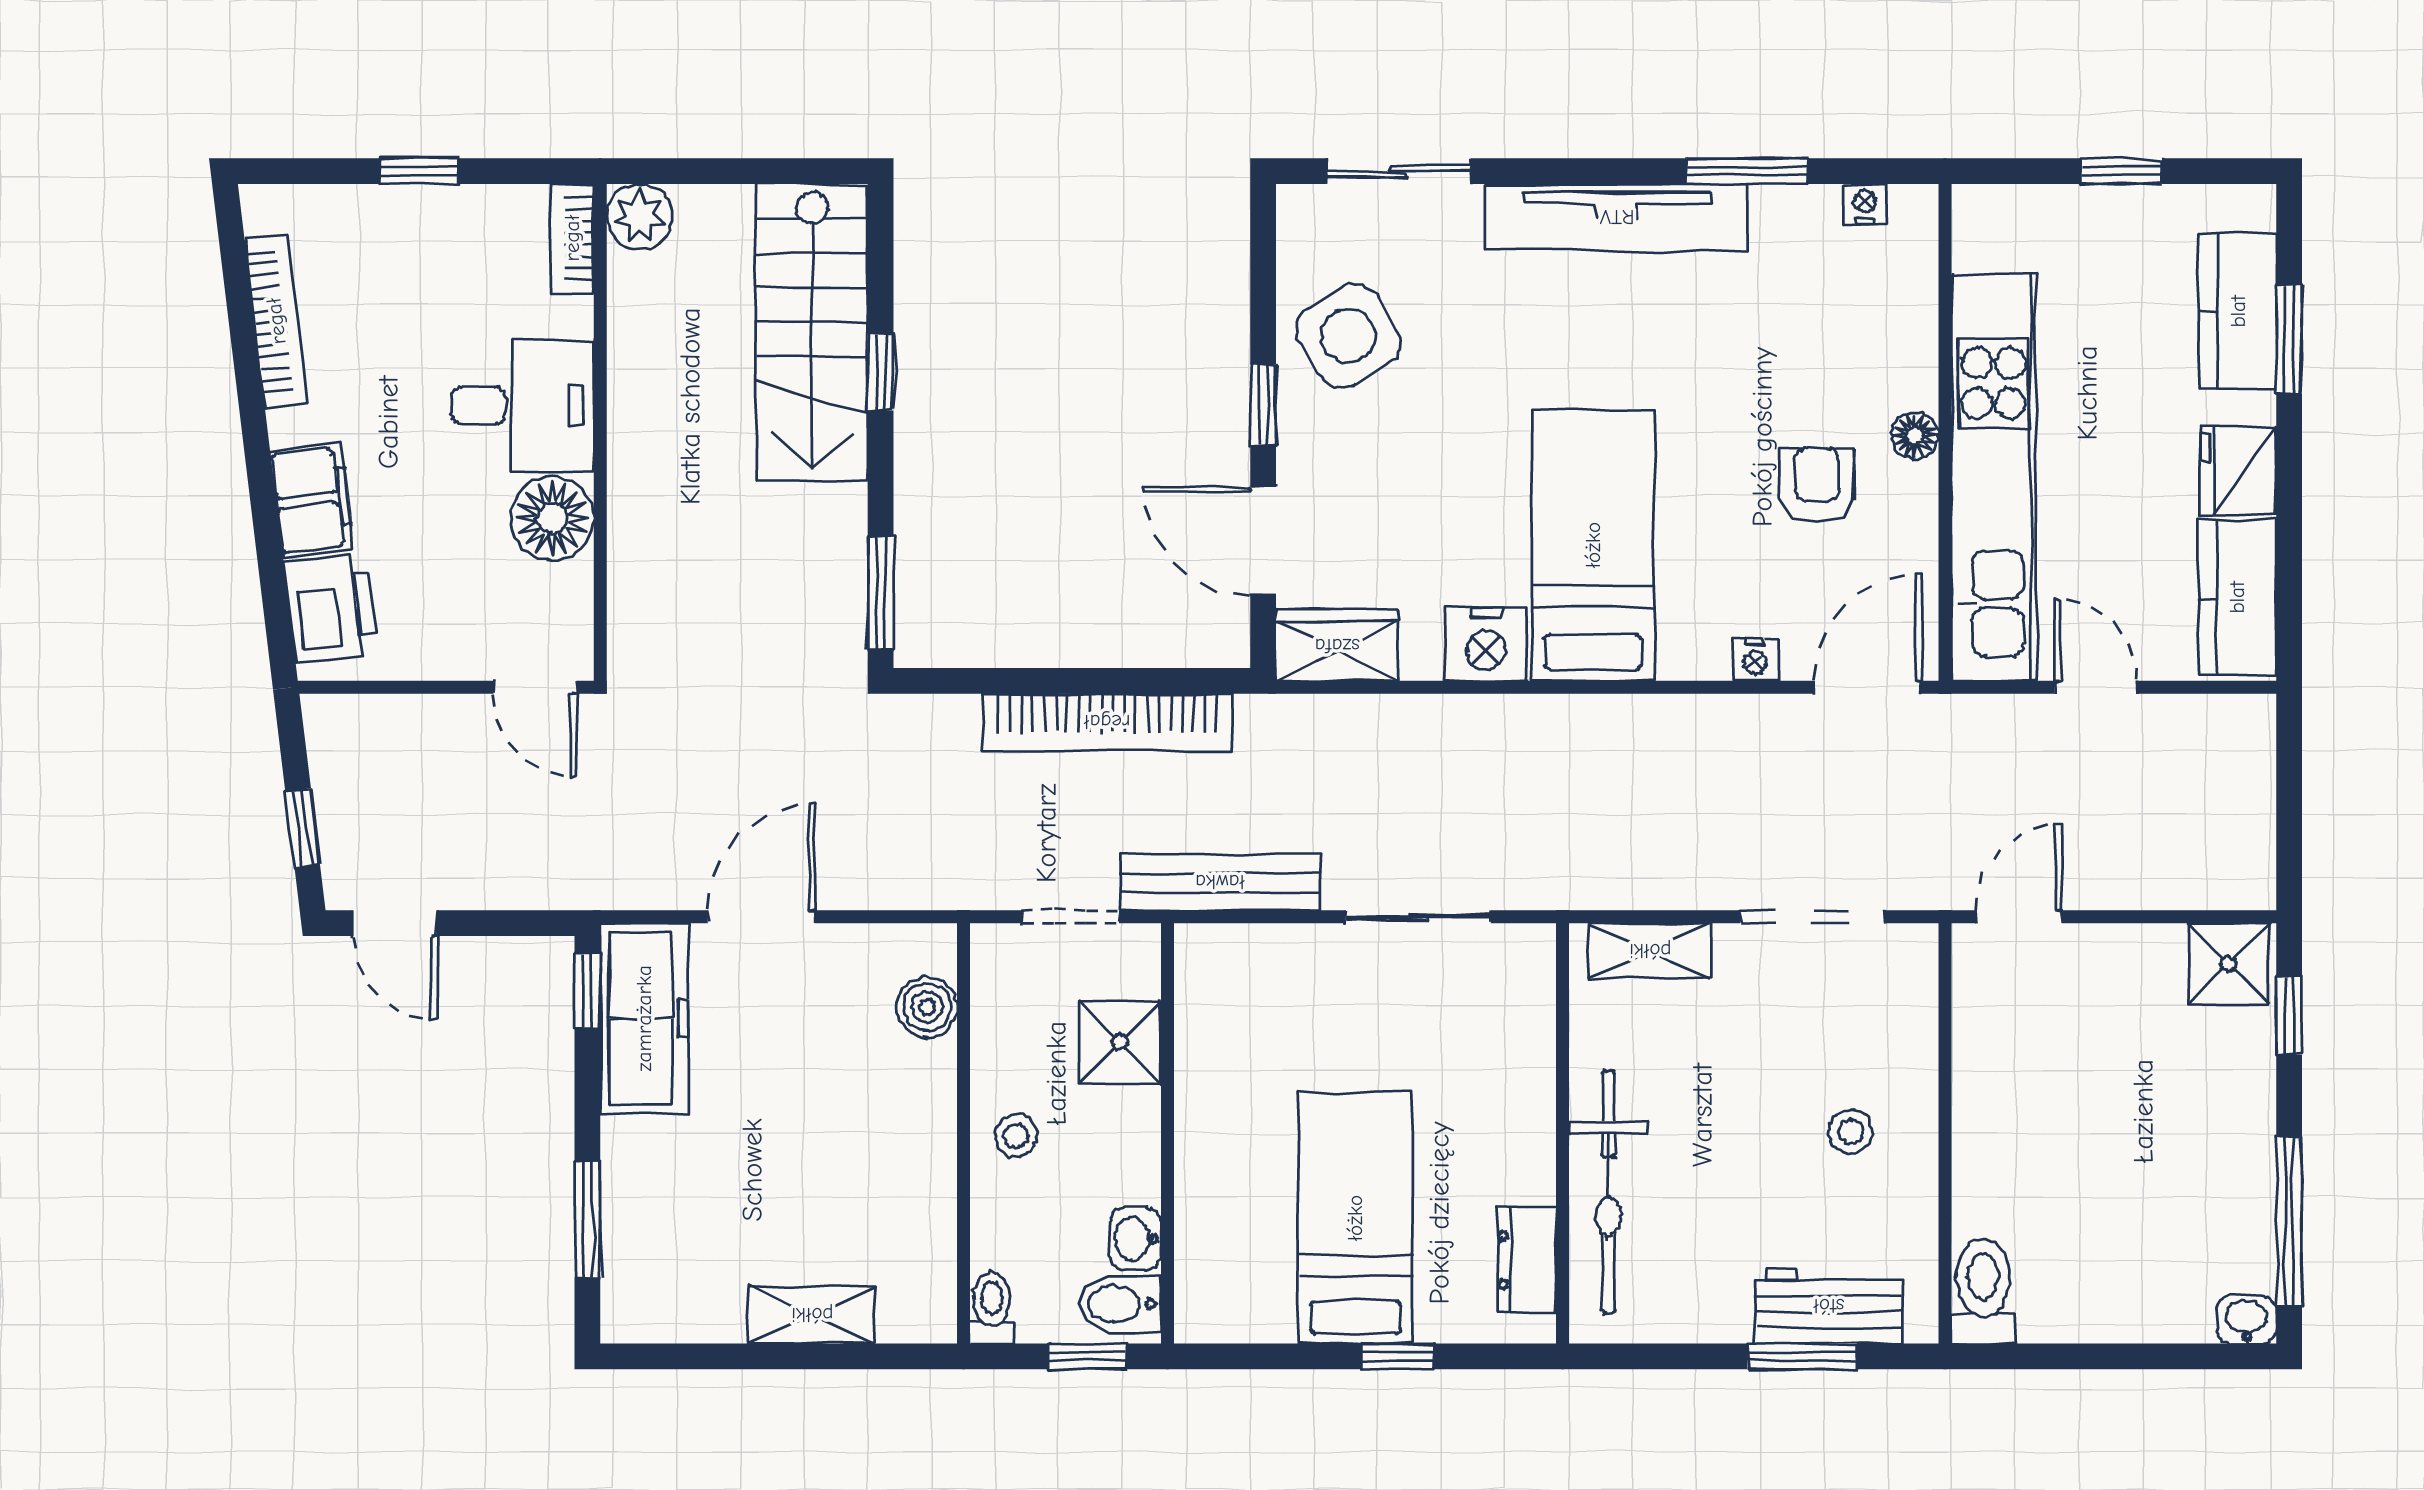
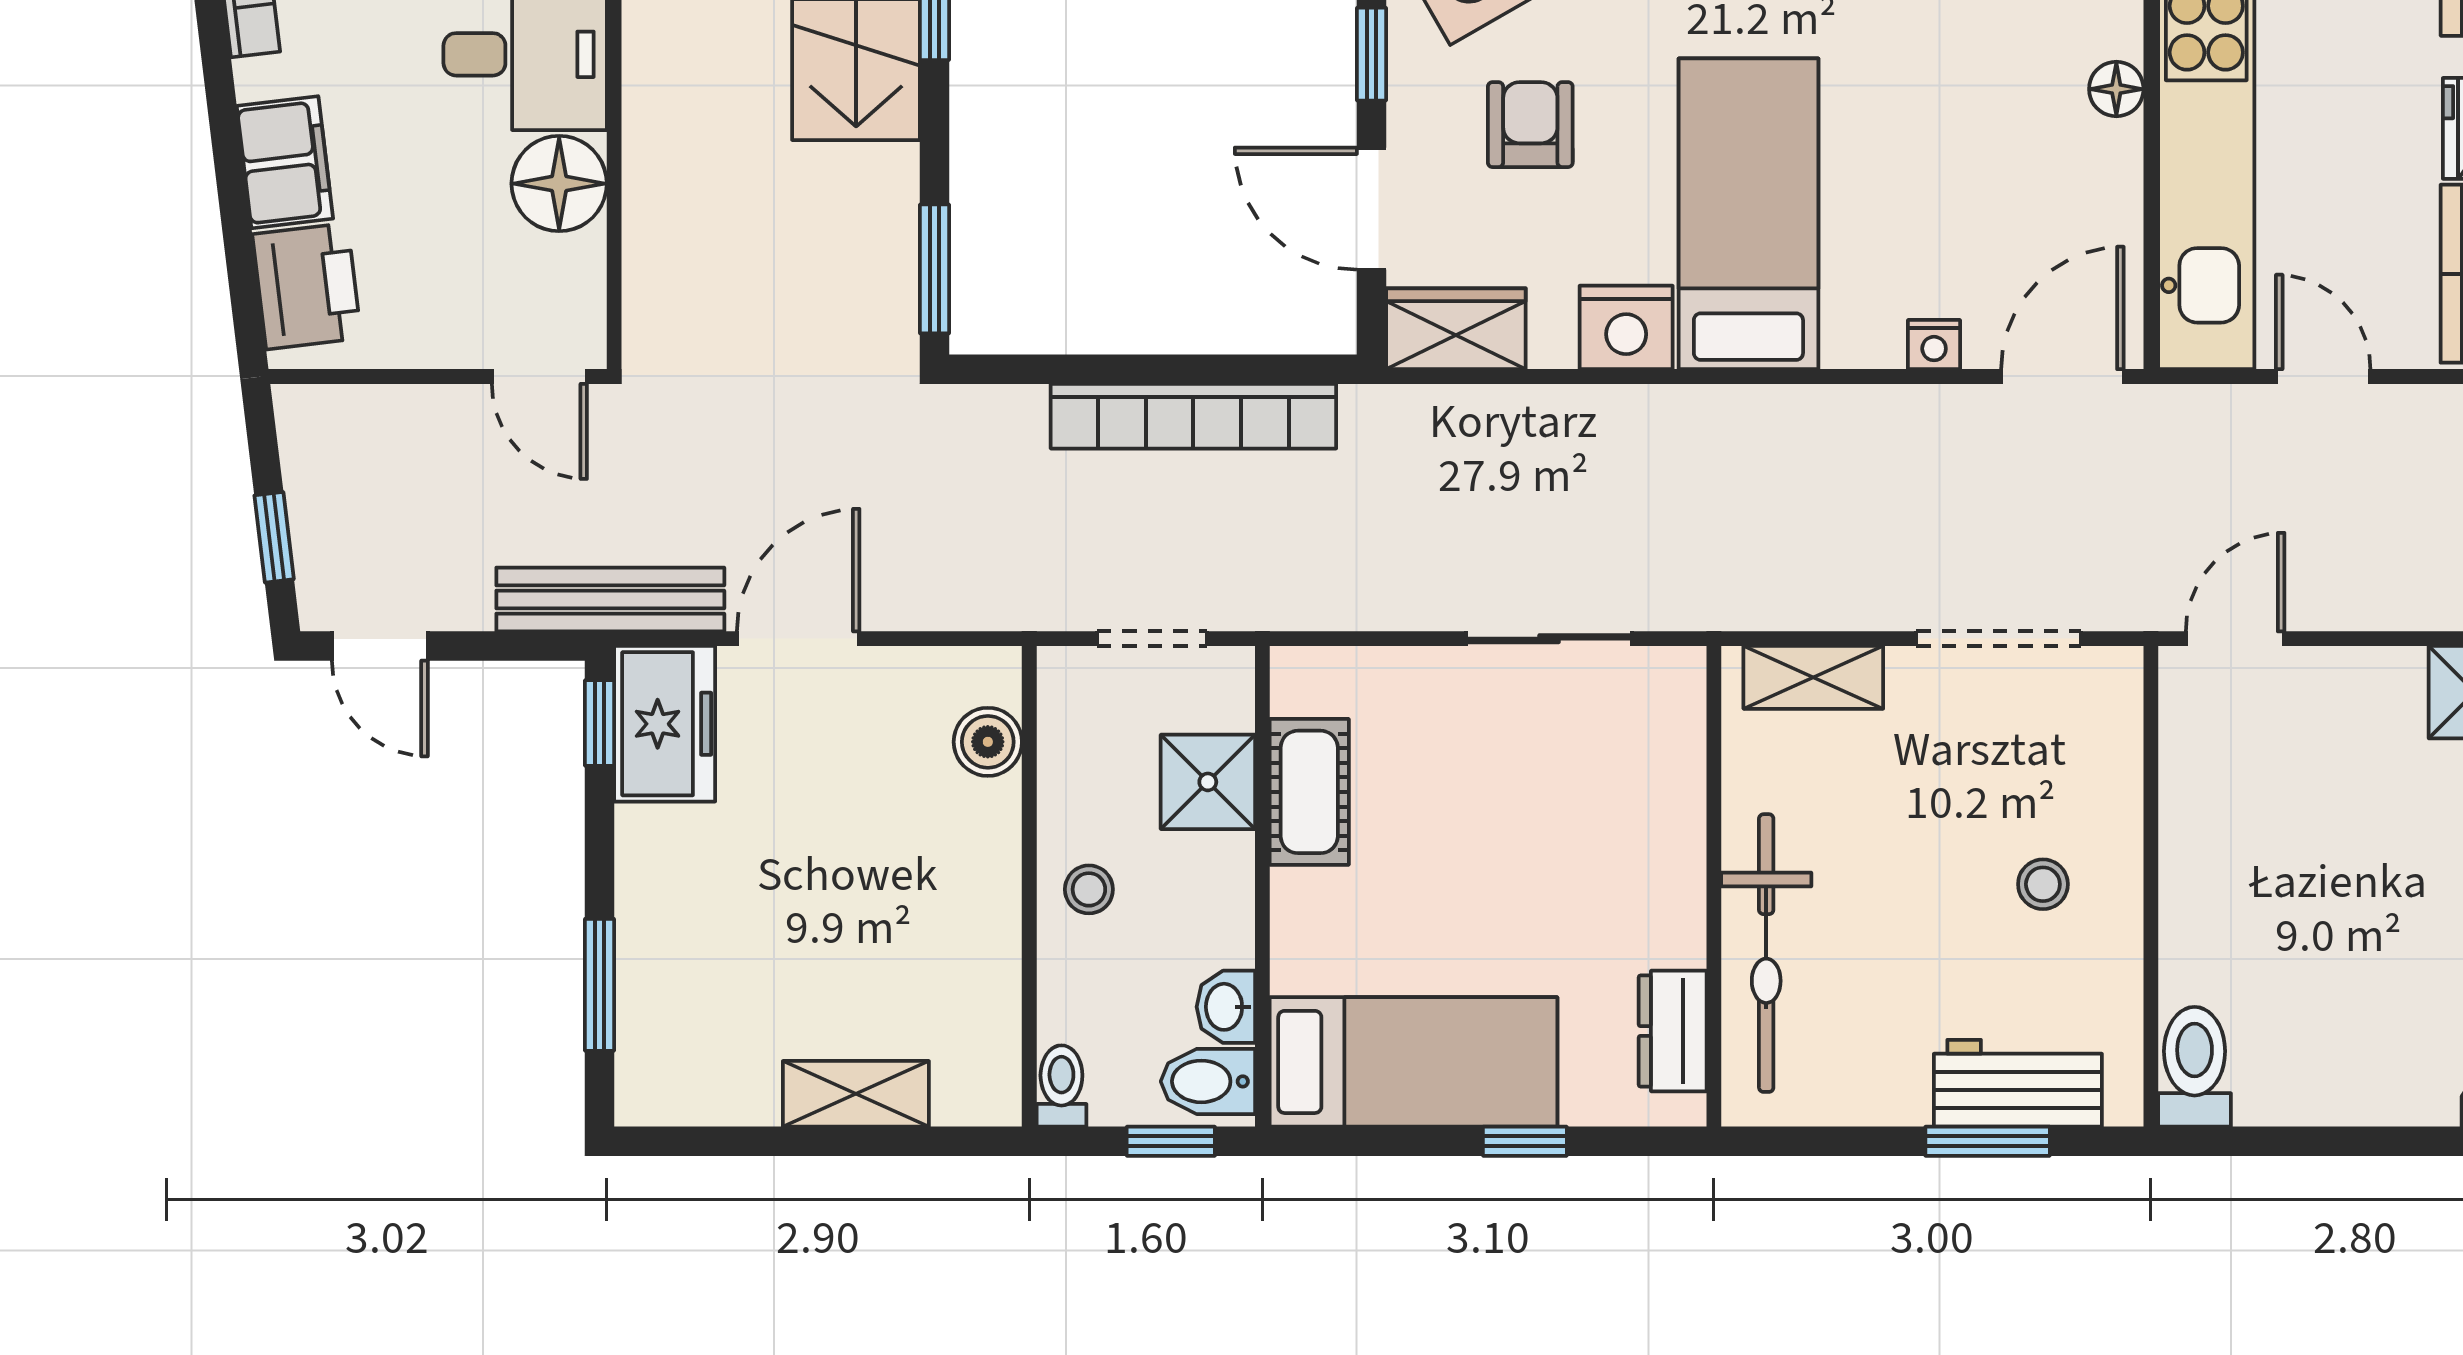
armchair: (1817, 485) -> (1530, 125), moved
bench: (1220, 882) -> (610, 599), moved
freezer: (644, 1018) -> (665, 724), width x0.71
cot: (1209, 1051) -> (1309, 792), added
bed: (1355, 1218) -> (1413, 1062), moved, turned 90

